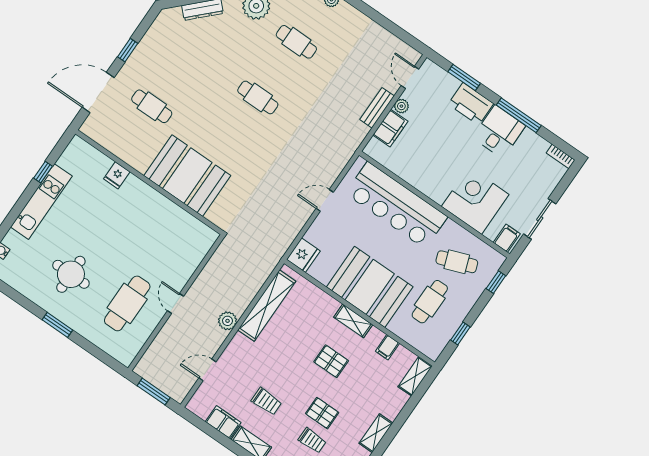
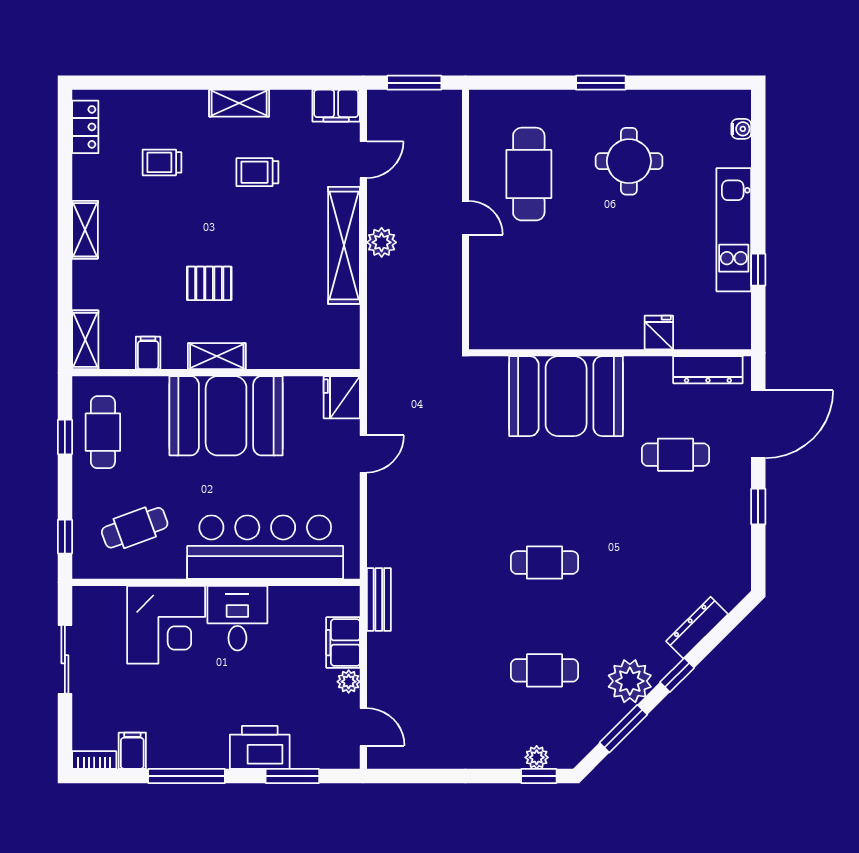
bench: (377, 108) -> (379, 600), moved
desk: (499, 132) -> (237, 618), moved, turned 180
dresser: (105, 139) -> (708, 370), added
door: (325, 200) -> (363, 454), moved
filing cabinet: (507, 238) -> (132, 751), moved, turned 180
cafe table: (430, 302) -> (103, 432), moved
shelving: (267, 306) -> (344, 245), moved
pallet: (322, 413) -> (174, 207), removed
filing cabinet: (223, 422) -> (336, 106), moved

